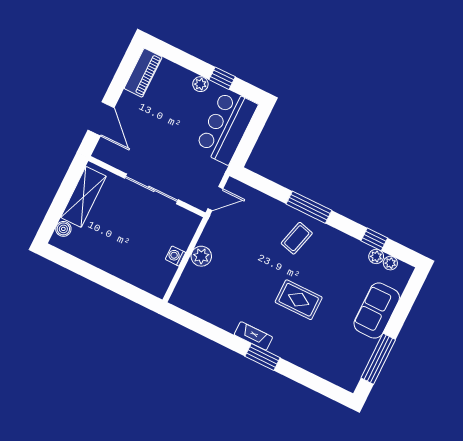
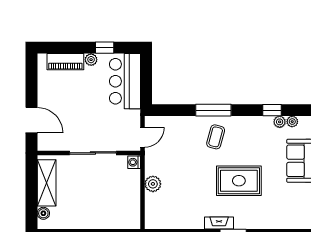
piano: (143, 73) -> (65, 62), moved, turned 90
washing machine: (175, 256) -> (134, 162), moved
rug: (299, 300) -> (239, 181), width x1.36, depth x1.43

